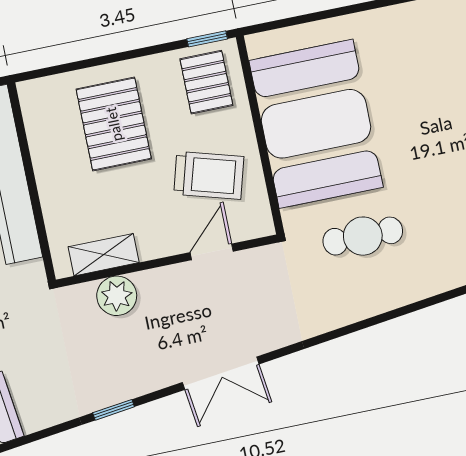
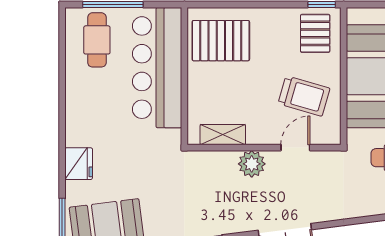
pallet: (114, 124) -> (221, 41), moved, turned 90
plant: (117, 296) -> (252, 164), moved

